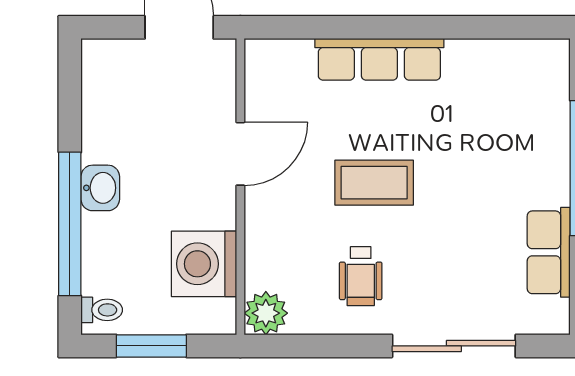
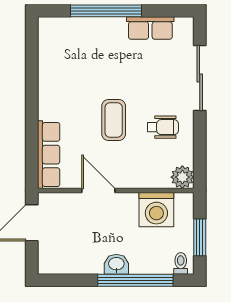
row of seats: (379, 59) -> (49, 155), moved

